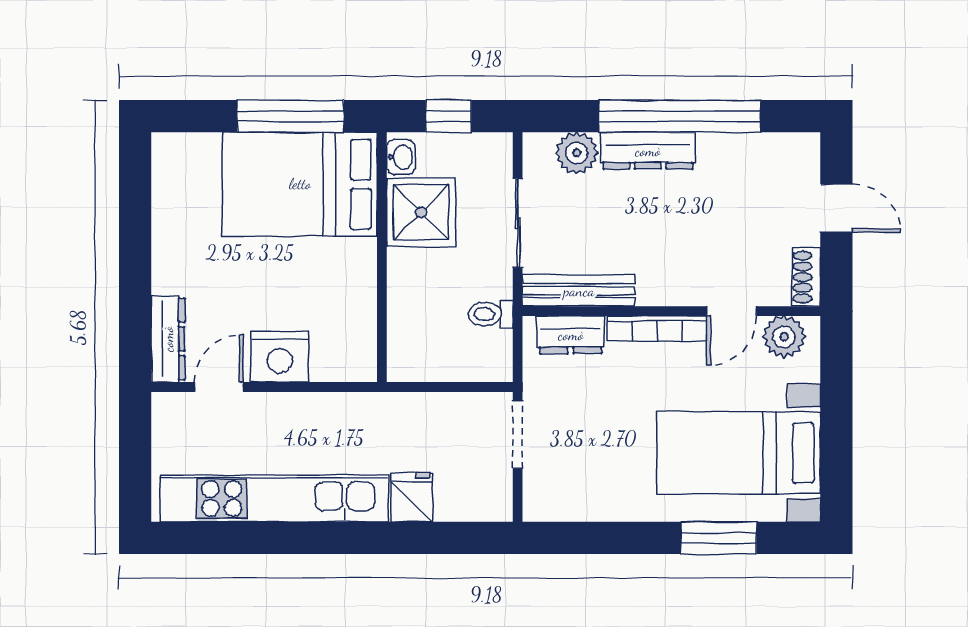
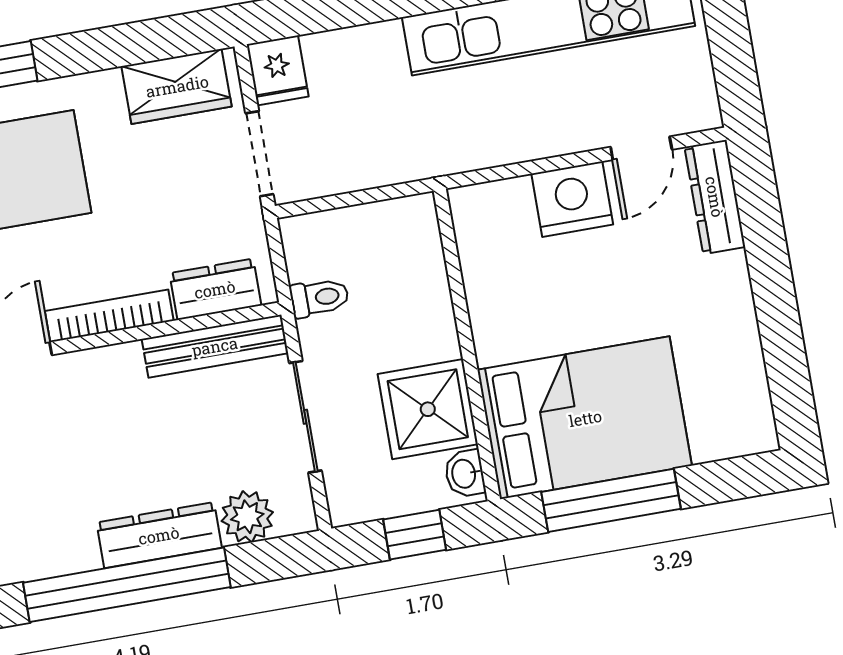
fridge: (412, 497) -> (278, 70), moved
wardrobe: (573, 499) -> (177, 86), added

